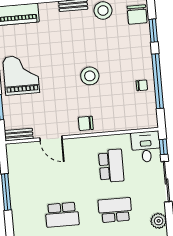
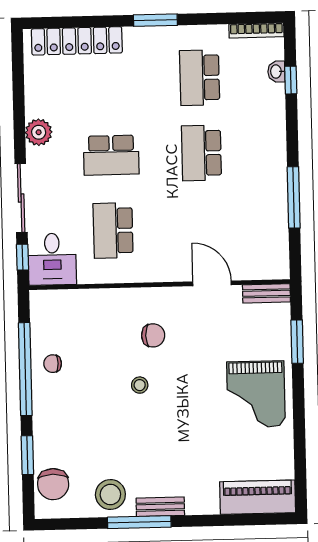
chair: (137, 14) -> (53, 484), turned 180
stool: (90, 76) -> (140, 385), width x0.53, depth x0.53
chair: (86, 123) -> (153, 335), moved
school desk: (62, 215) -> (201, 153), turned -90

